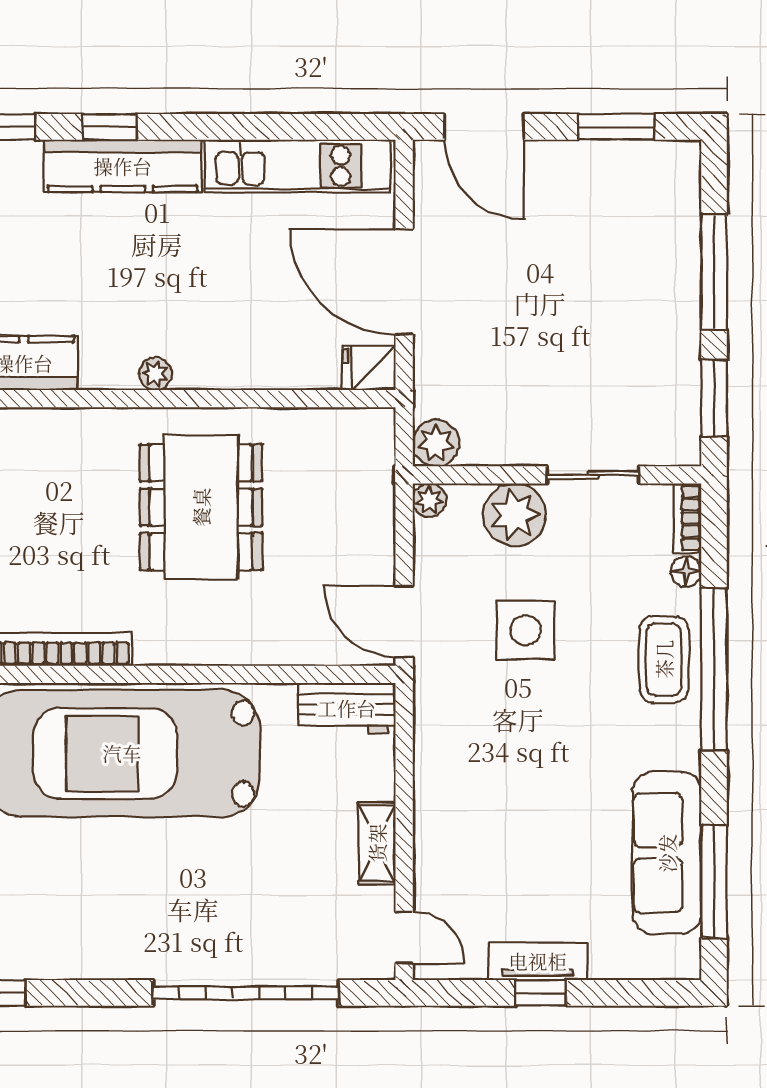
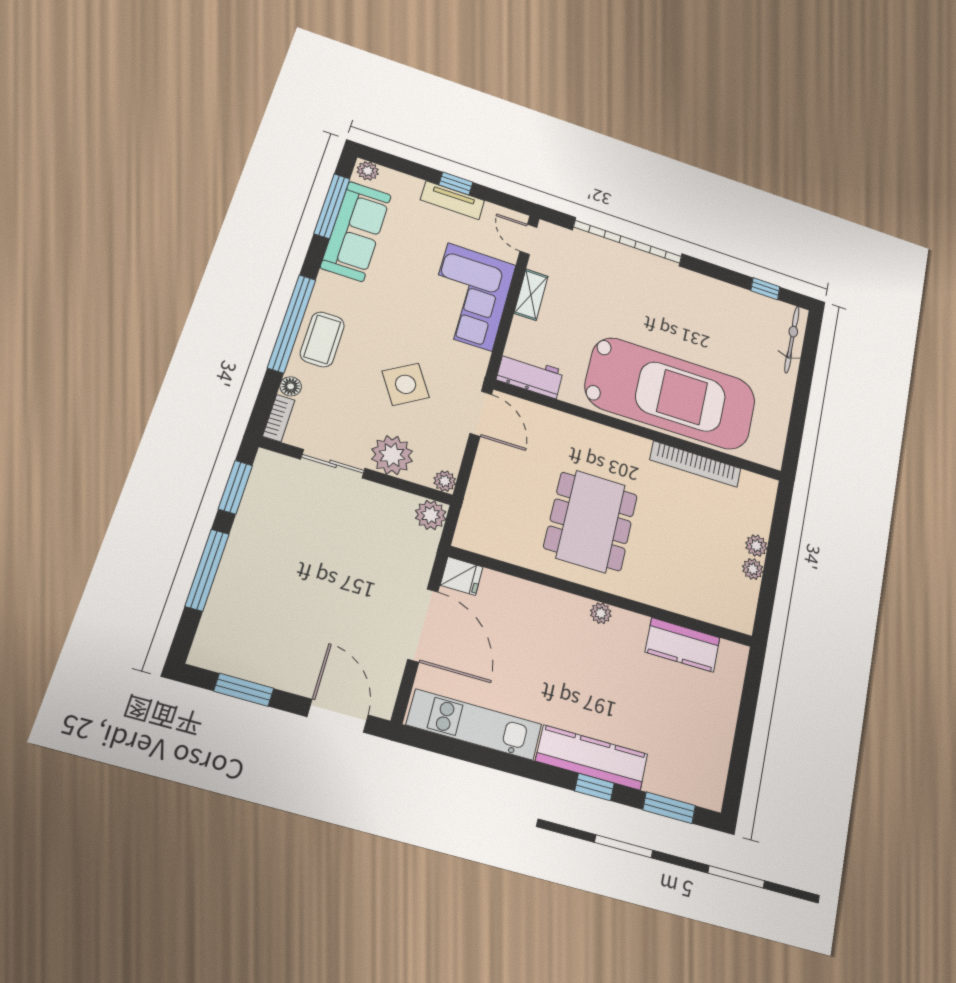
side table: (525, 630) -> (406, 384), turned -32
corner sofa: (469, 806) -> (470, 297), added
plant: (679, 963) -> (368, 171), added

